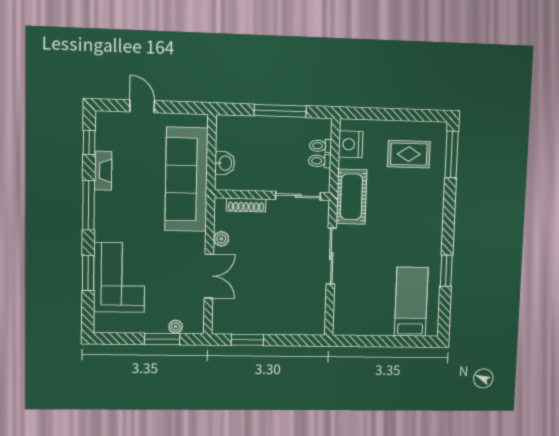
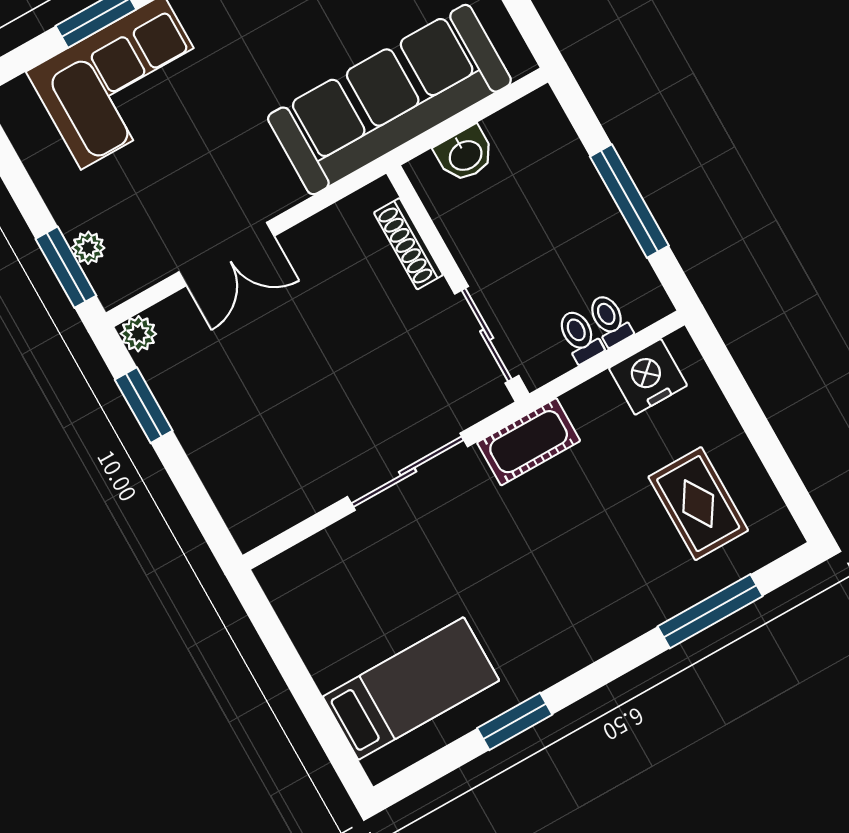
window: (452, 155) -> (710, 611), moved
cot: (351, 197) -> (529, 442), width x0.73, depth x0.75
plant: (221, 239) -> (138, 334), moved
window: (162, 339) -> (66, 267), moved

